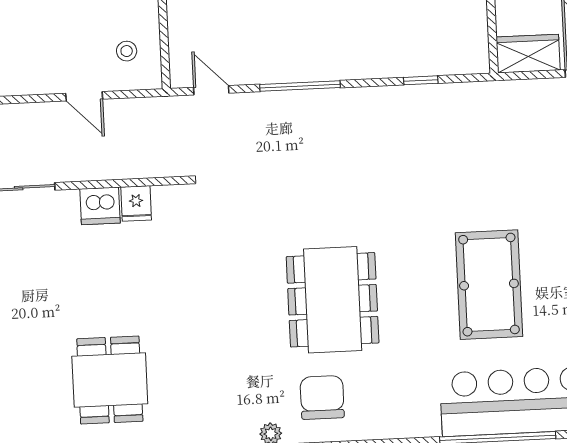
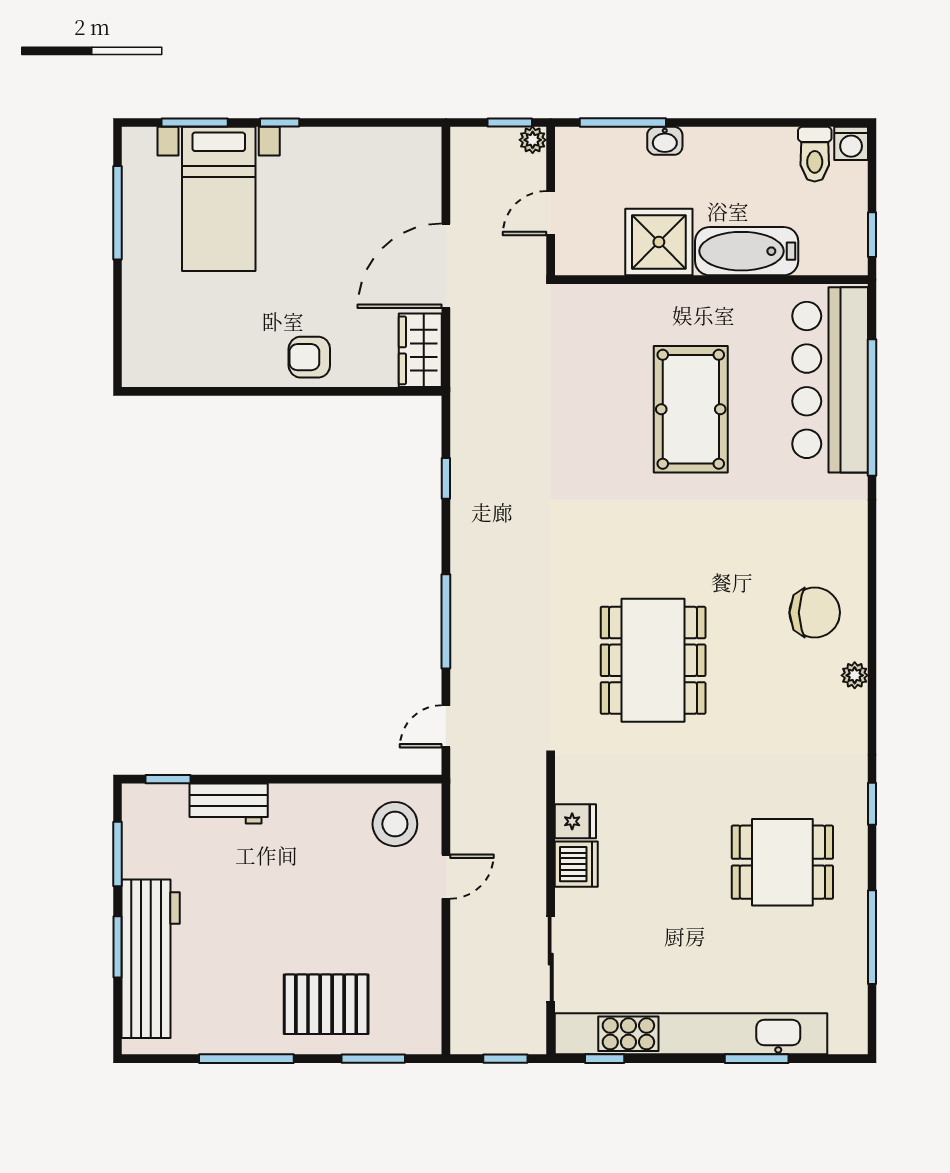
stool: (127, 51) -> (395, 824), width x1.89, depth x1.89
pool table: (489, 285) -> (691, 409), turned 90
dining table: (333, 300) -> (653, 660), moved, turned 90
chair: (322, 397) -> (815, 613), turned 180

